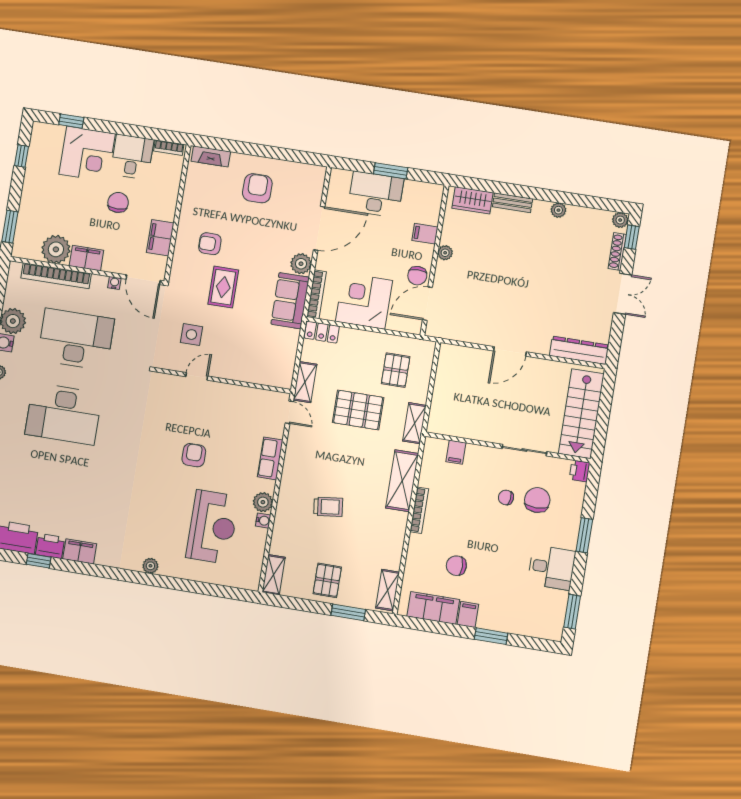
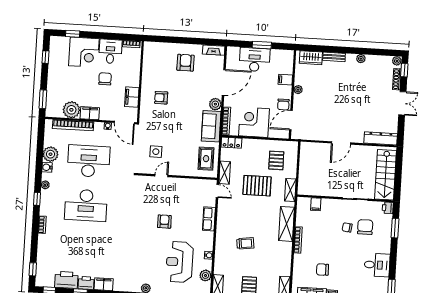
fireplace: (211, 156) -> (214, 50), moved
rug: (223, 287) -> (206, 159), moved
plant: (263, 502) -> (205, 275), moved
reception desk: (212, 527) -> (180, 262), turned 180
window: (584, 535) -> (395, 228), moved

